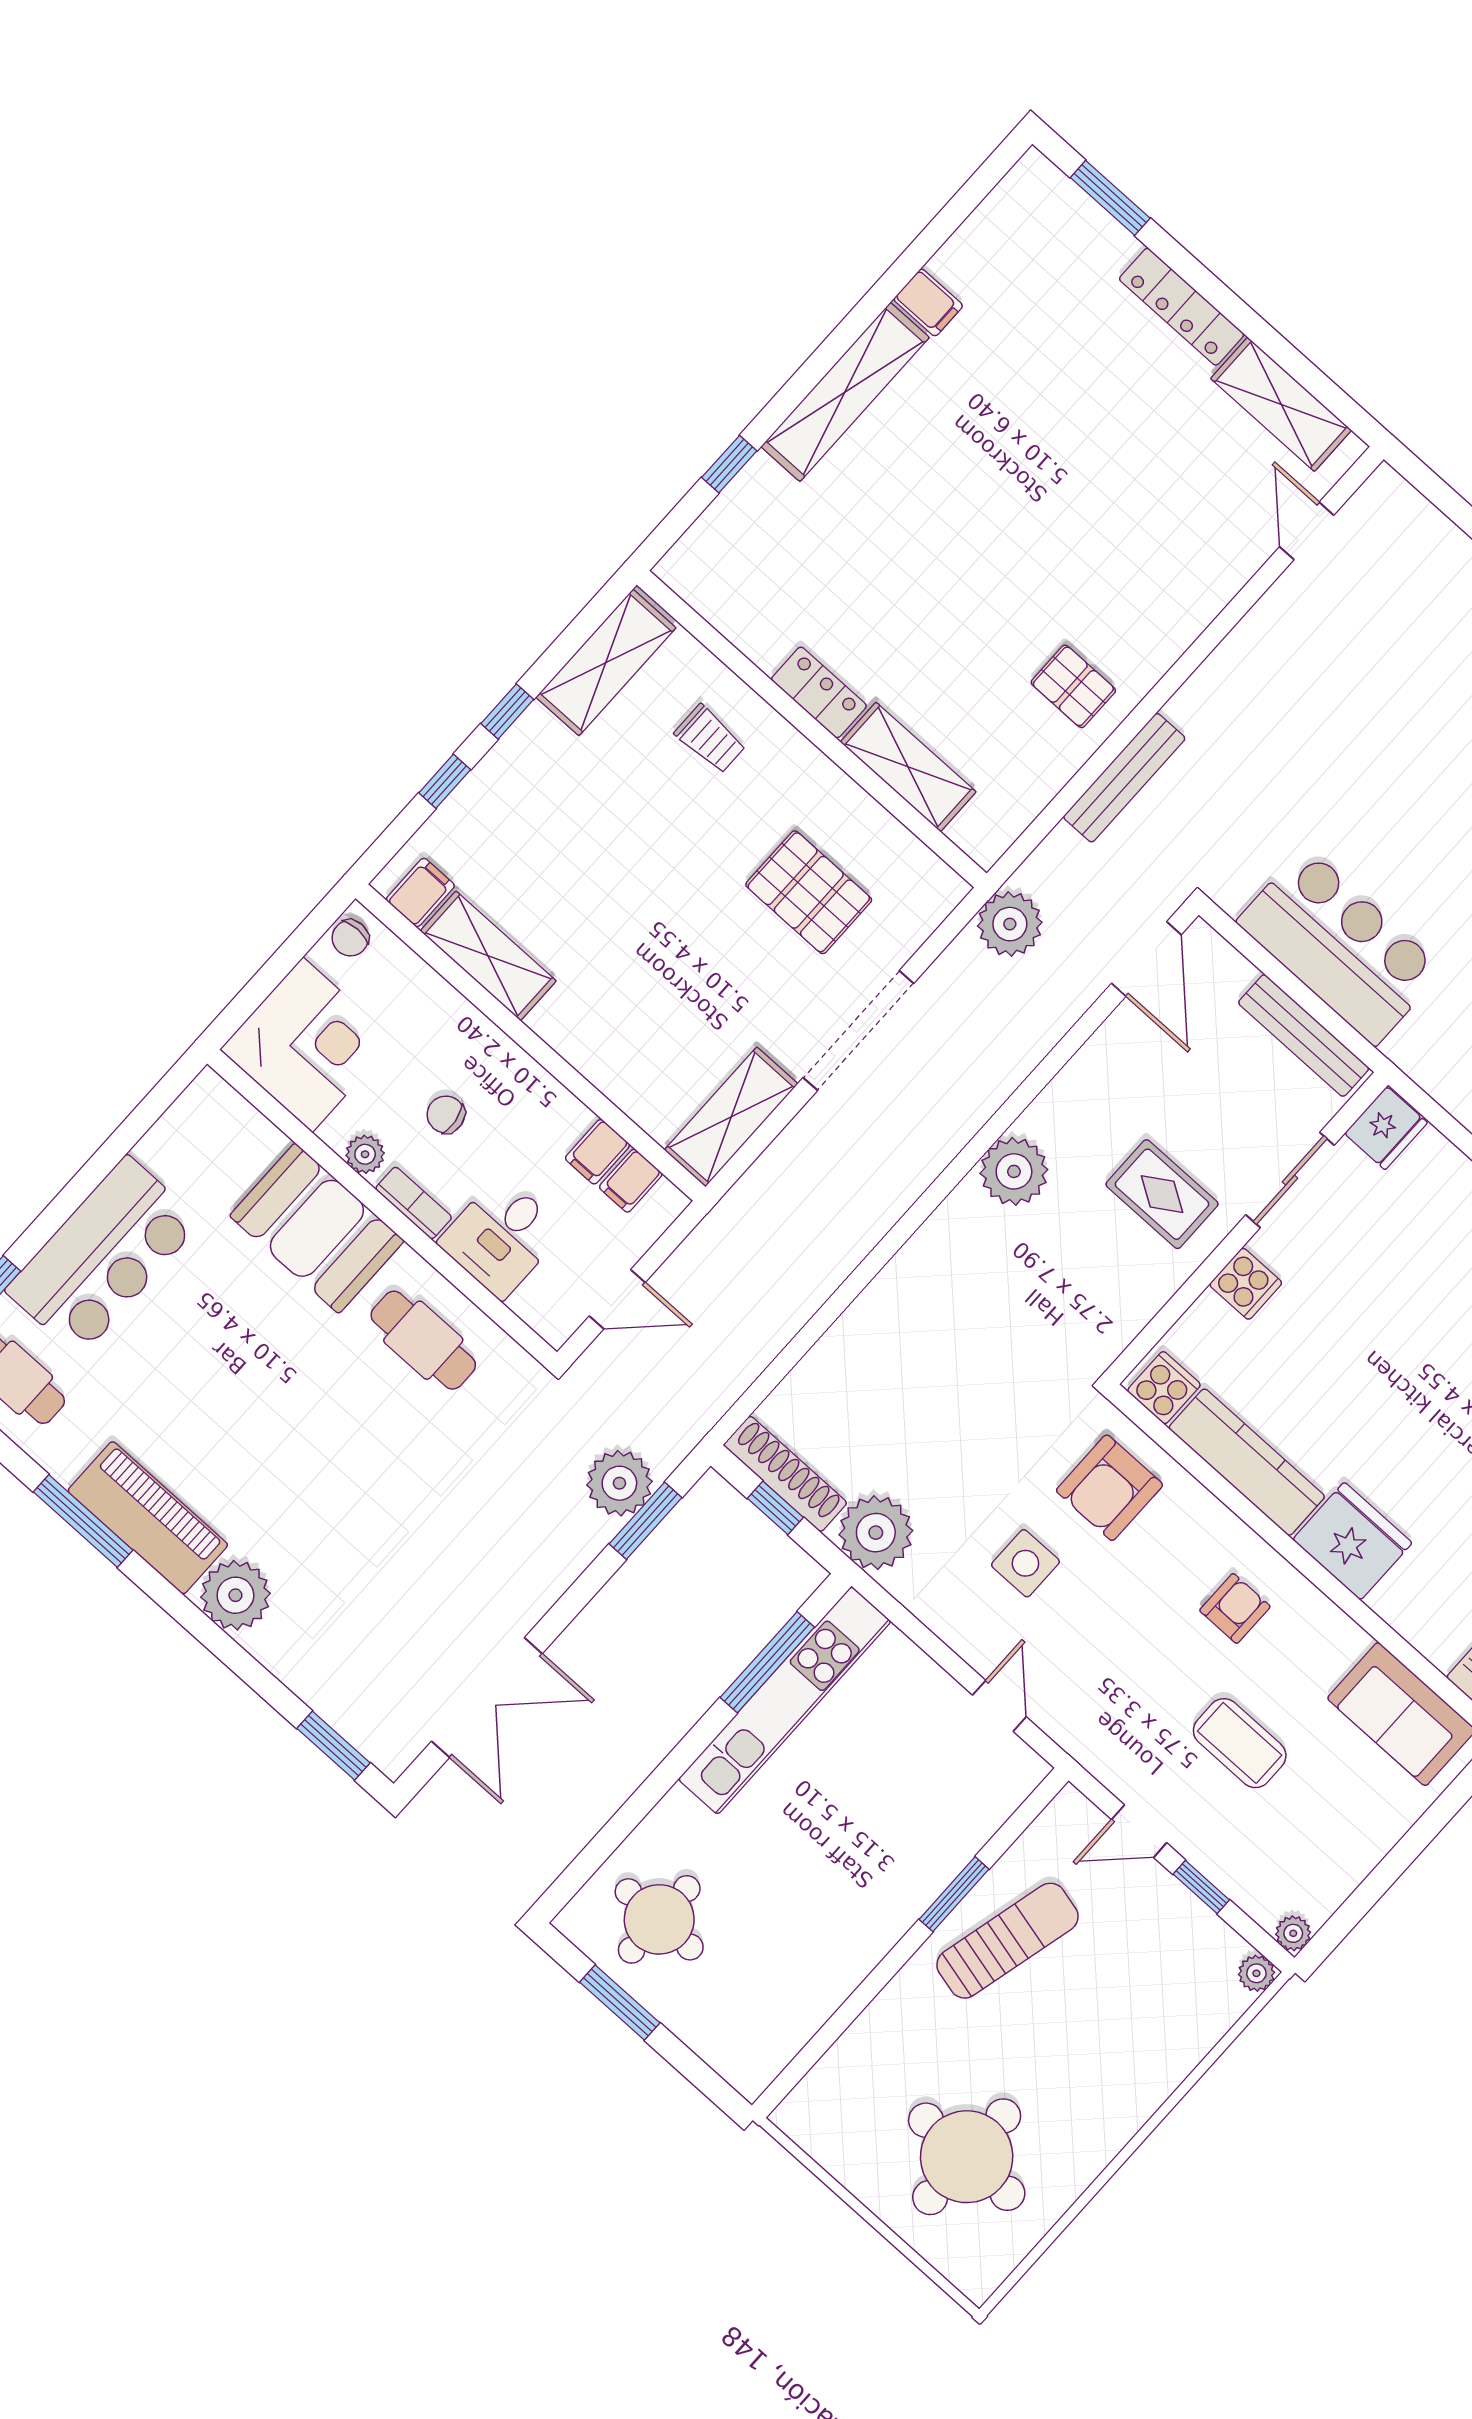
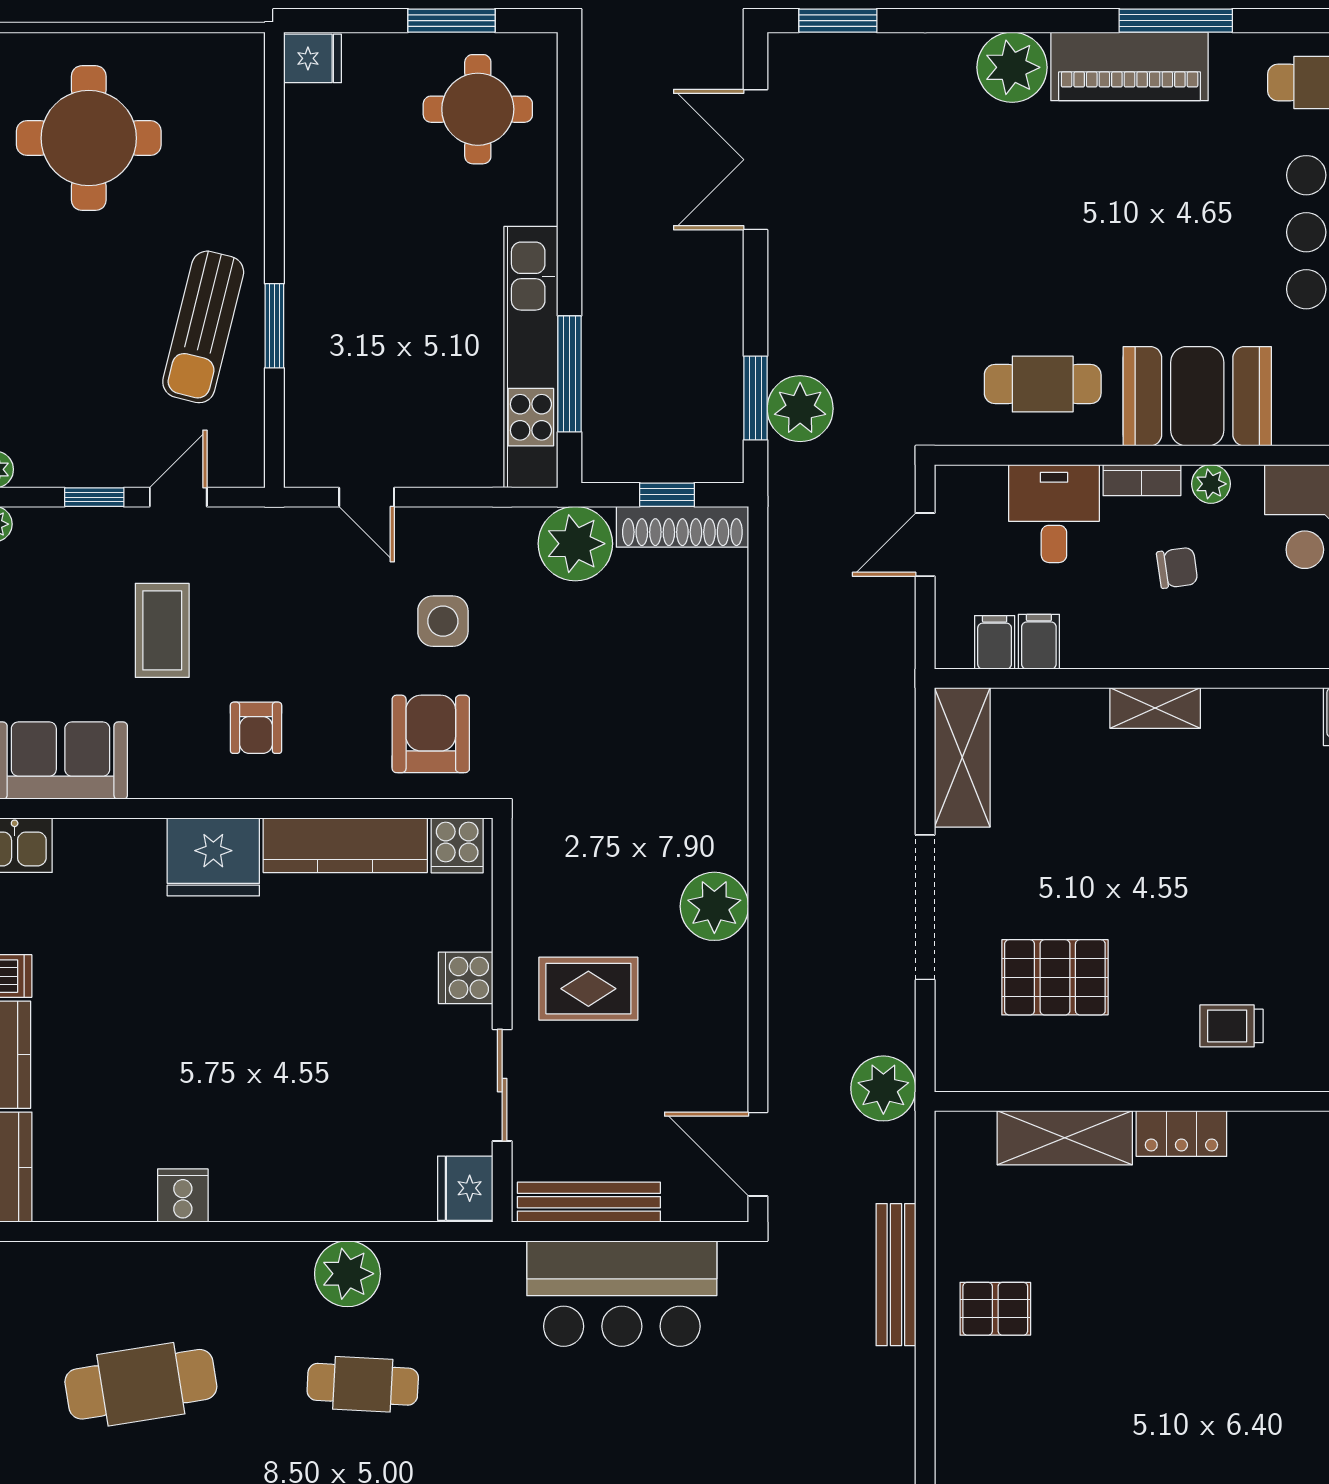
shelving: (488, 956) -> (1155, 708), moved, width x0.67, depth x0.75
coffee table: (1240, 1743) -> (162, 630), turned 90
fridge: (748, 2067) -> (313, 58), added

